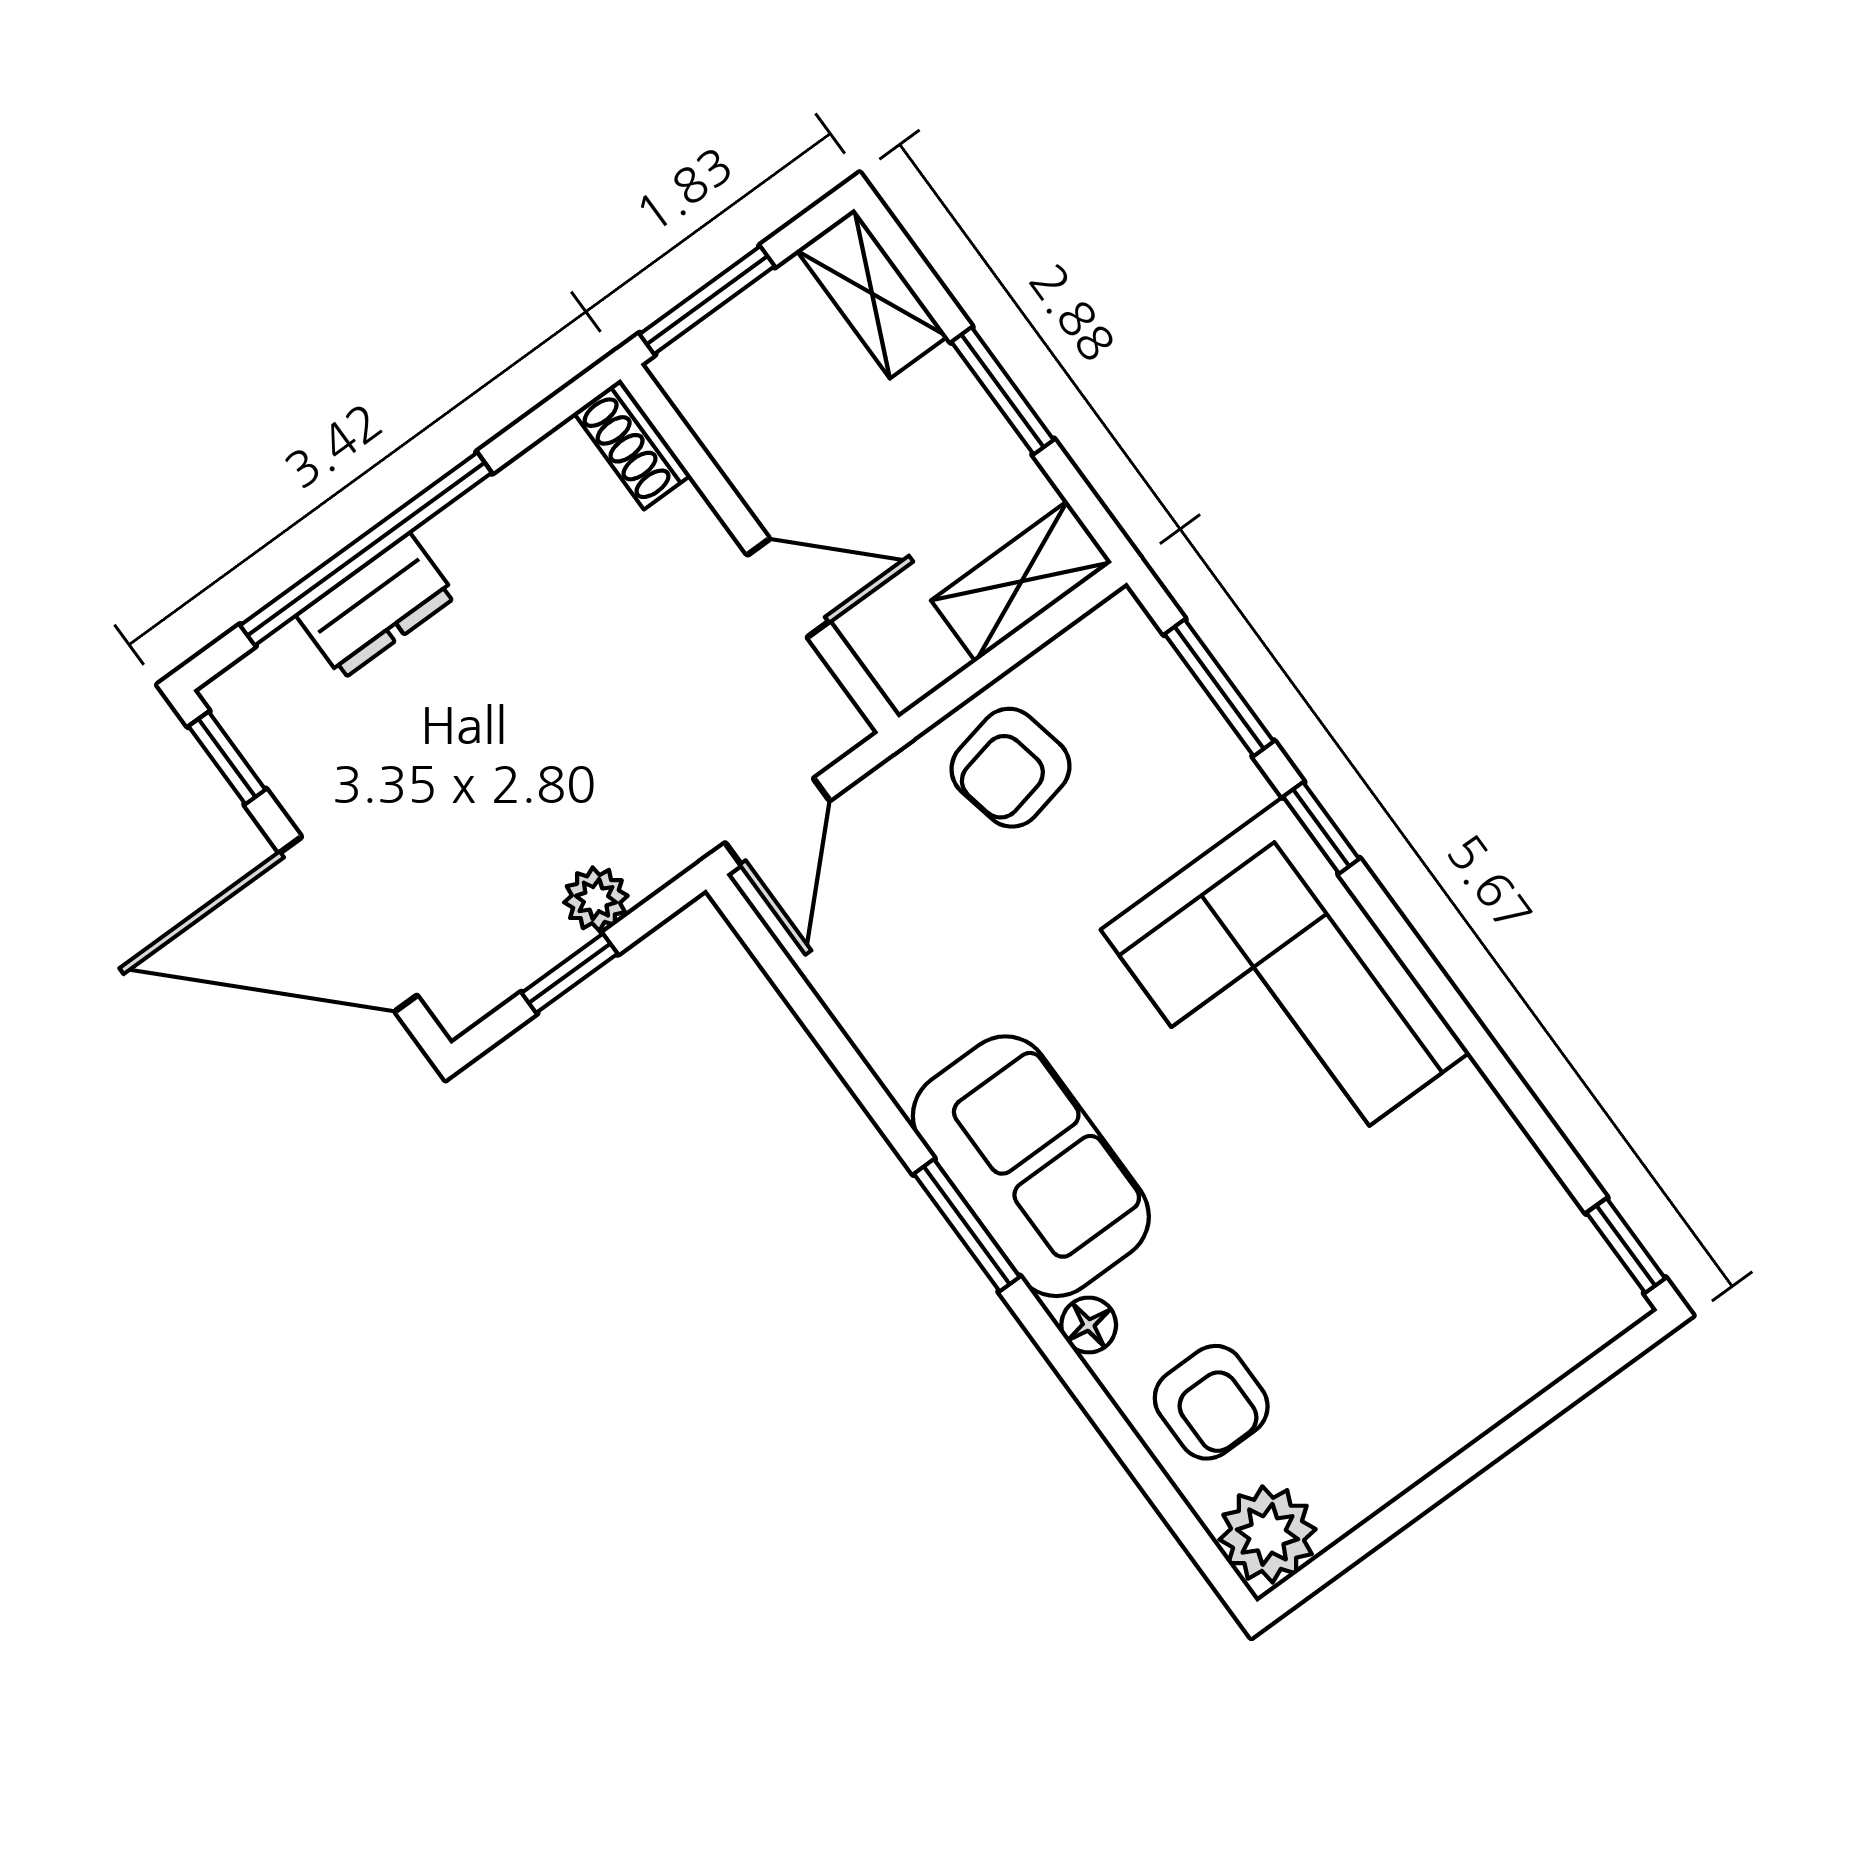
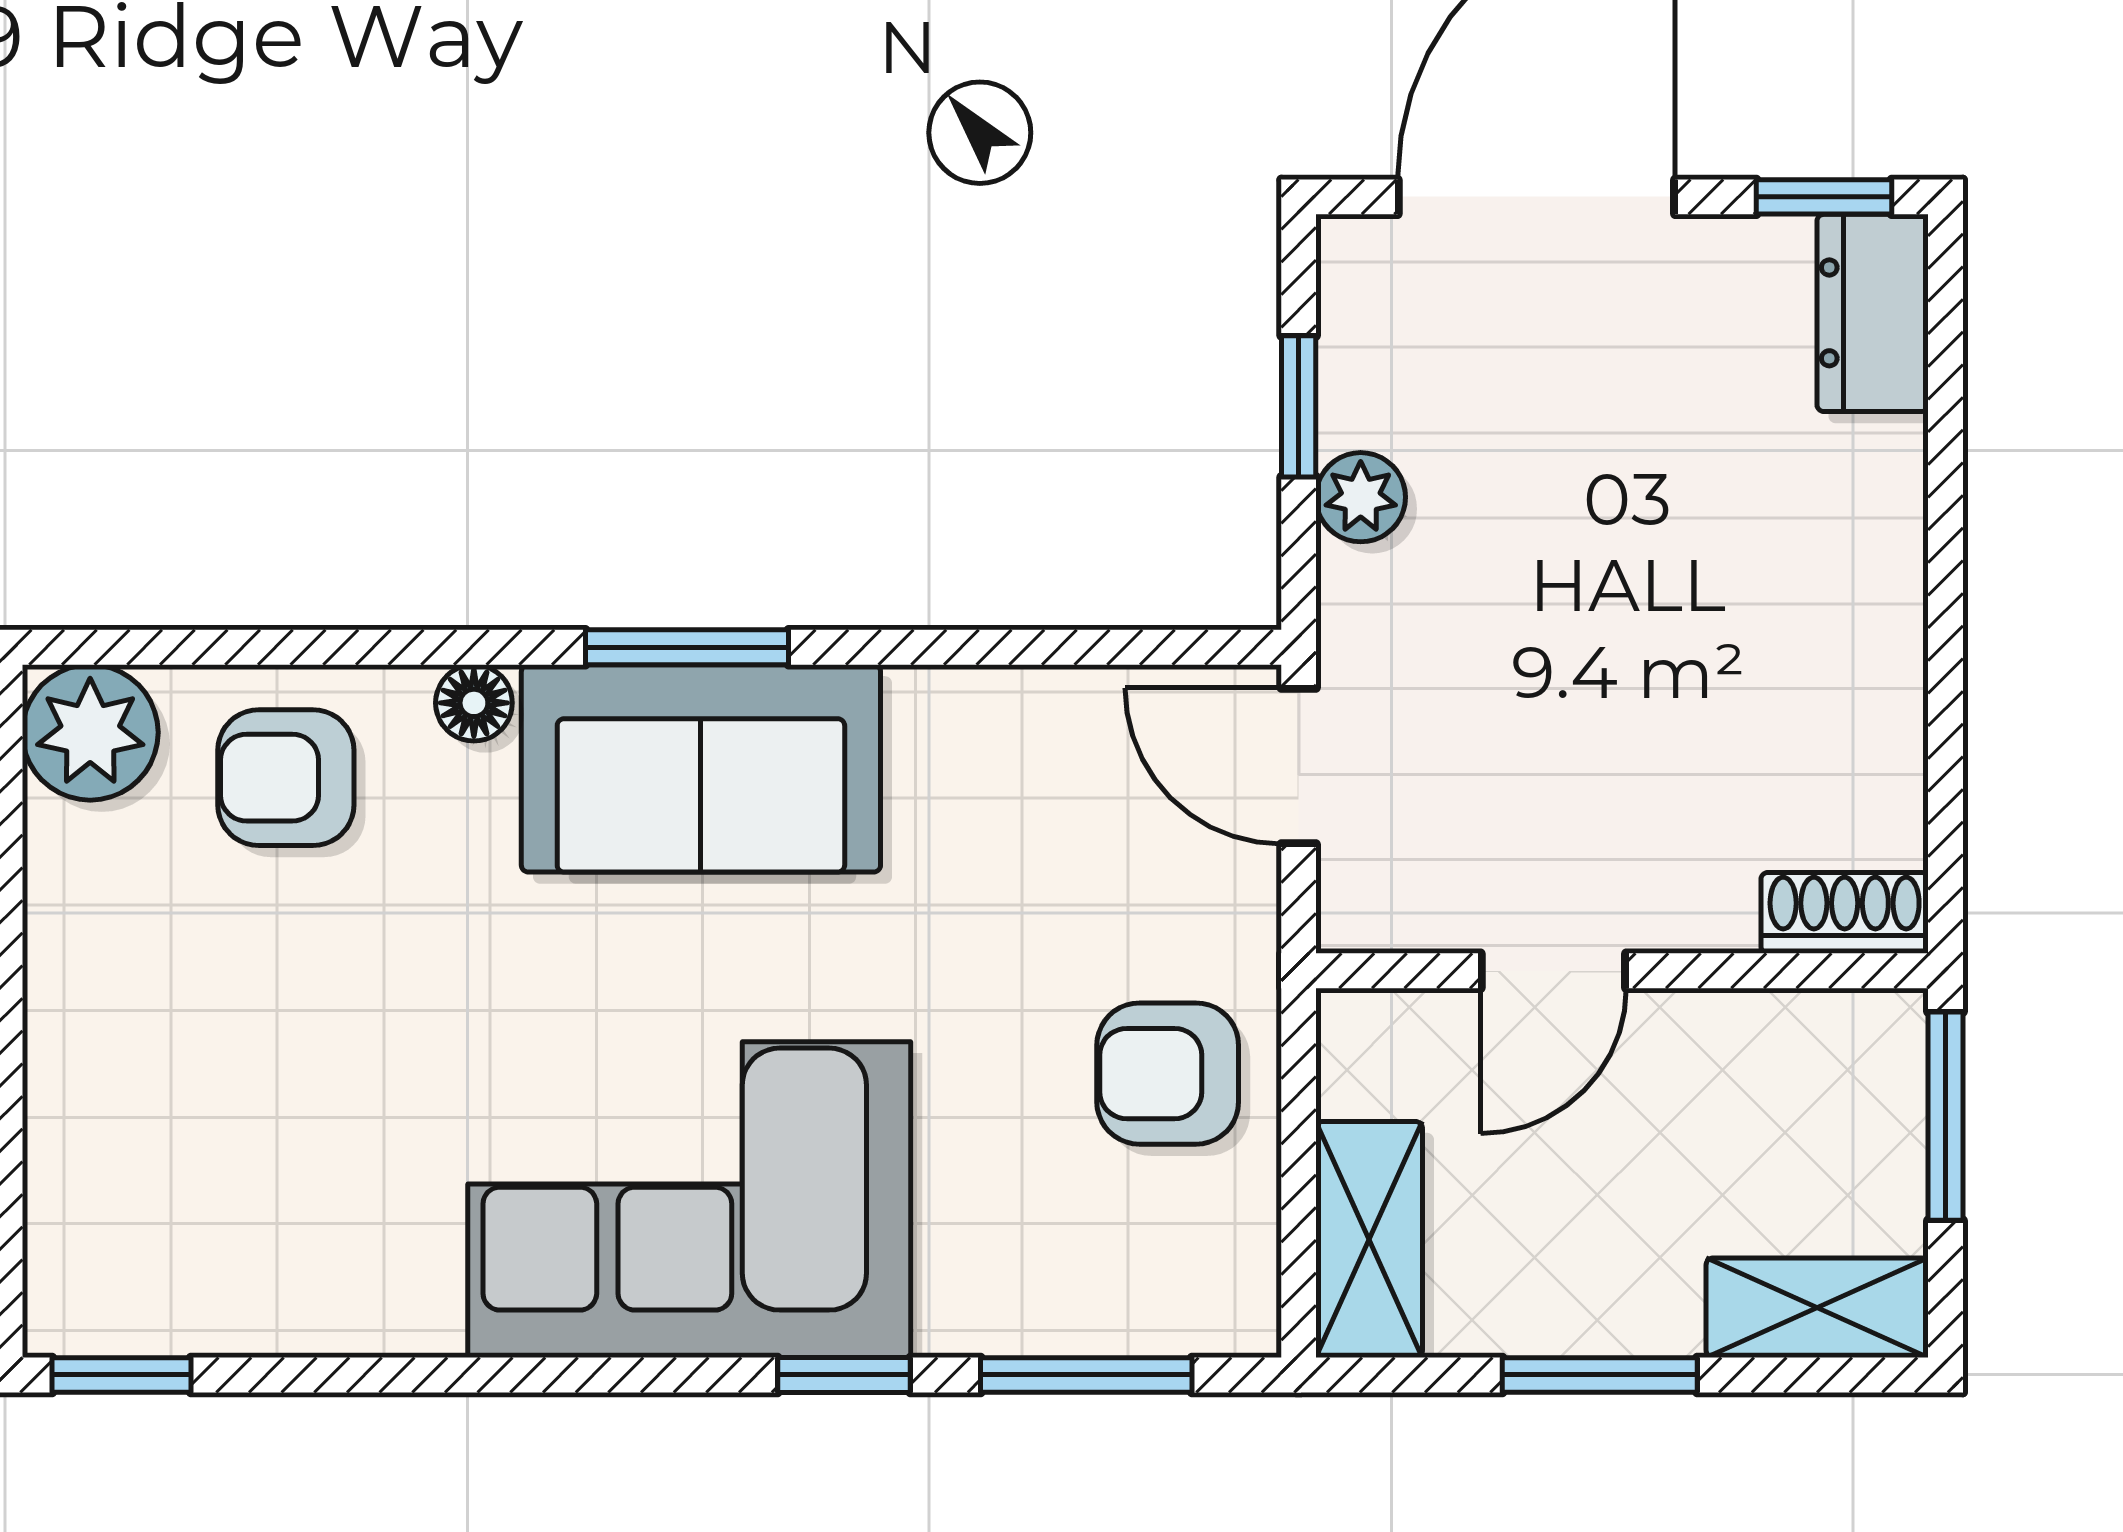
window: (366, 549) -> (1945, 526), removed
dresser: (376, 606) -> (1873, 313), moved
armchair: (1010, 768) -> (1168, 1074), turned -78

